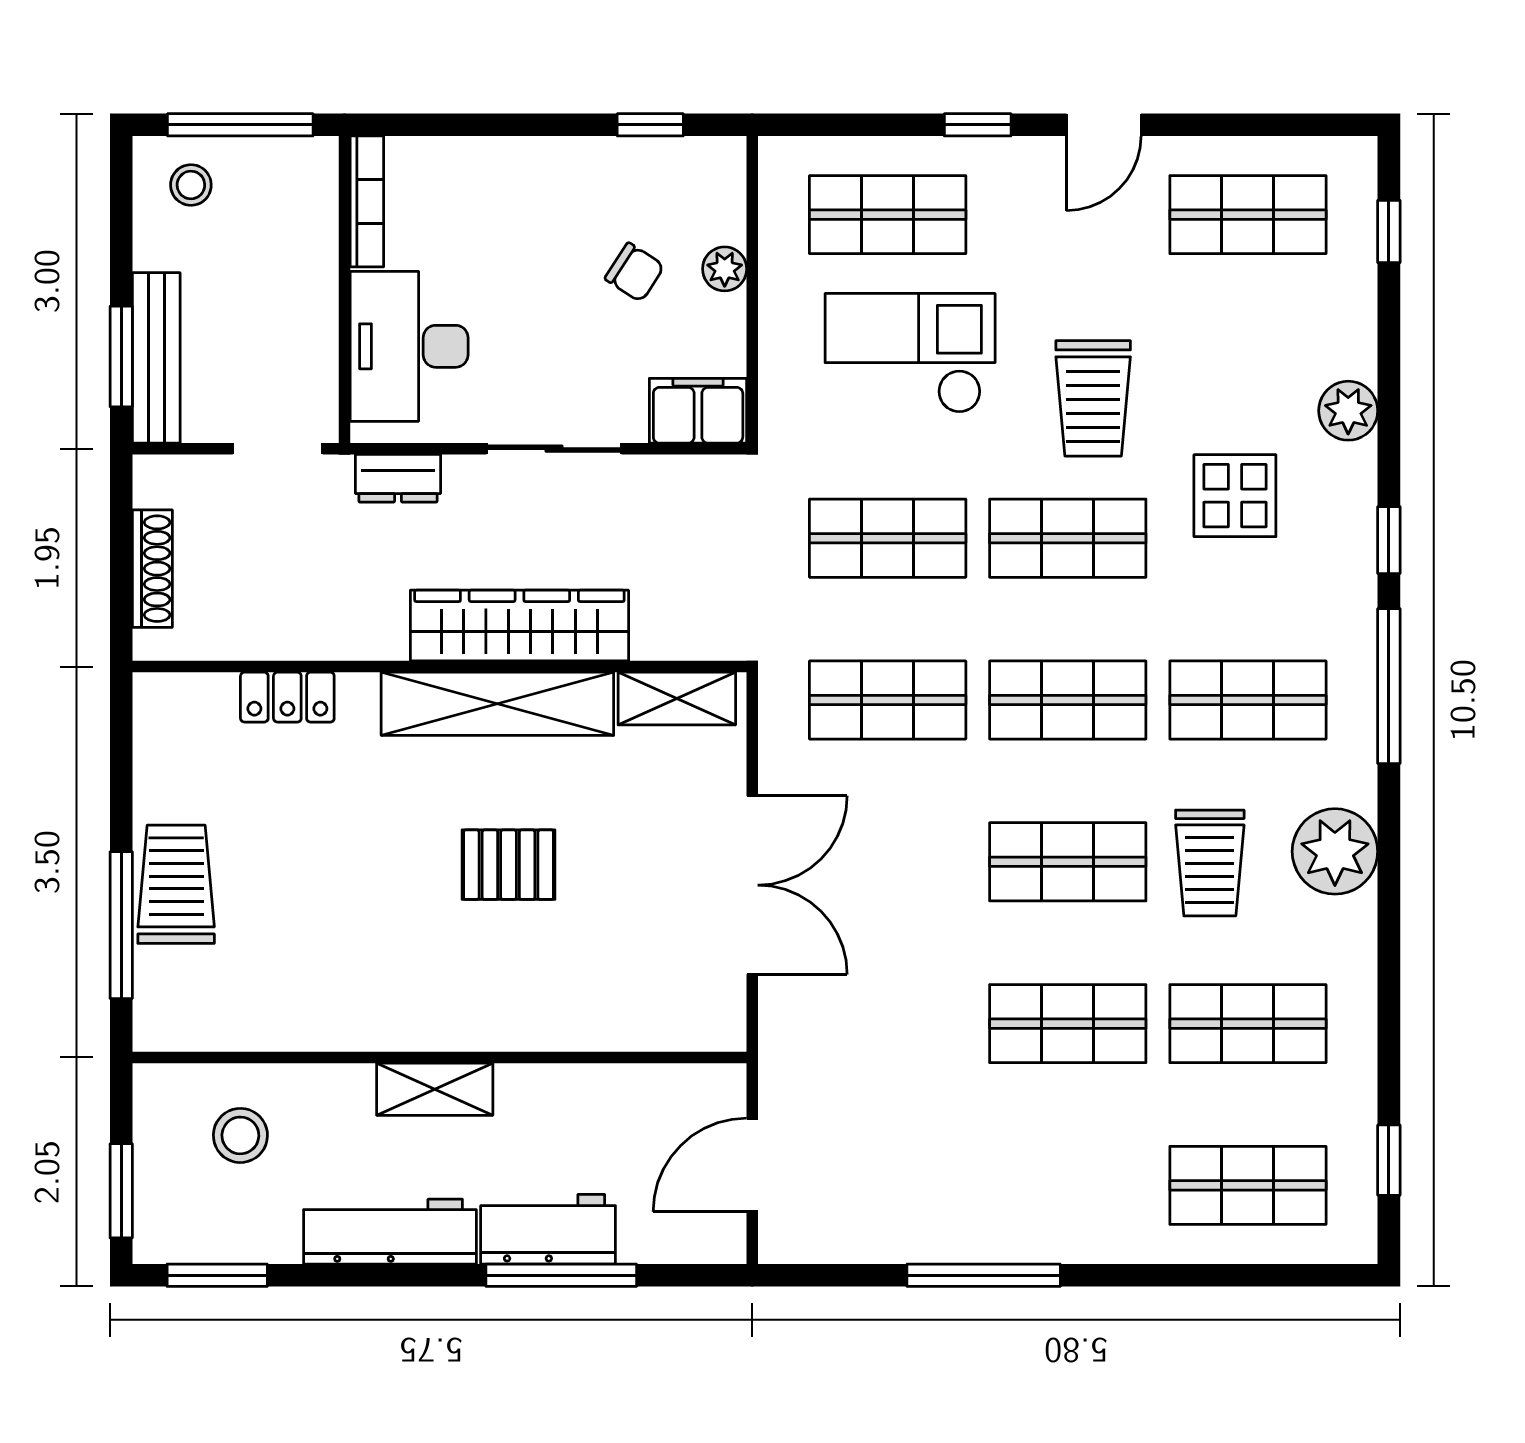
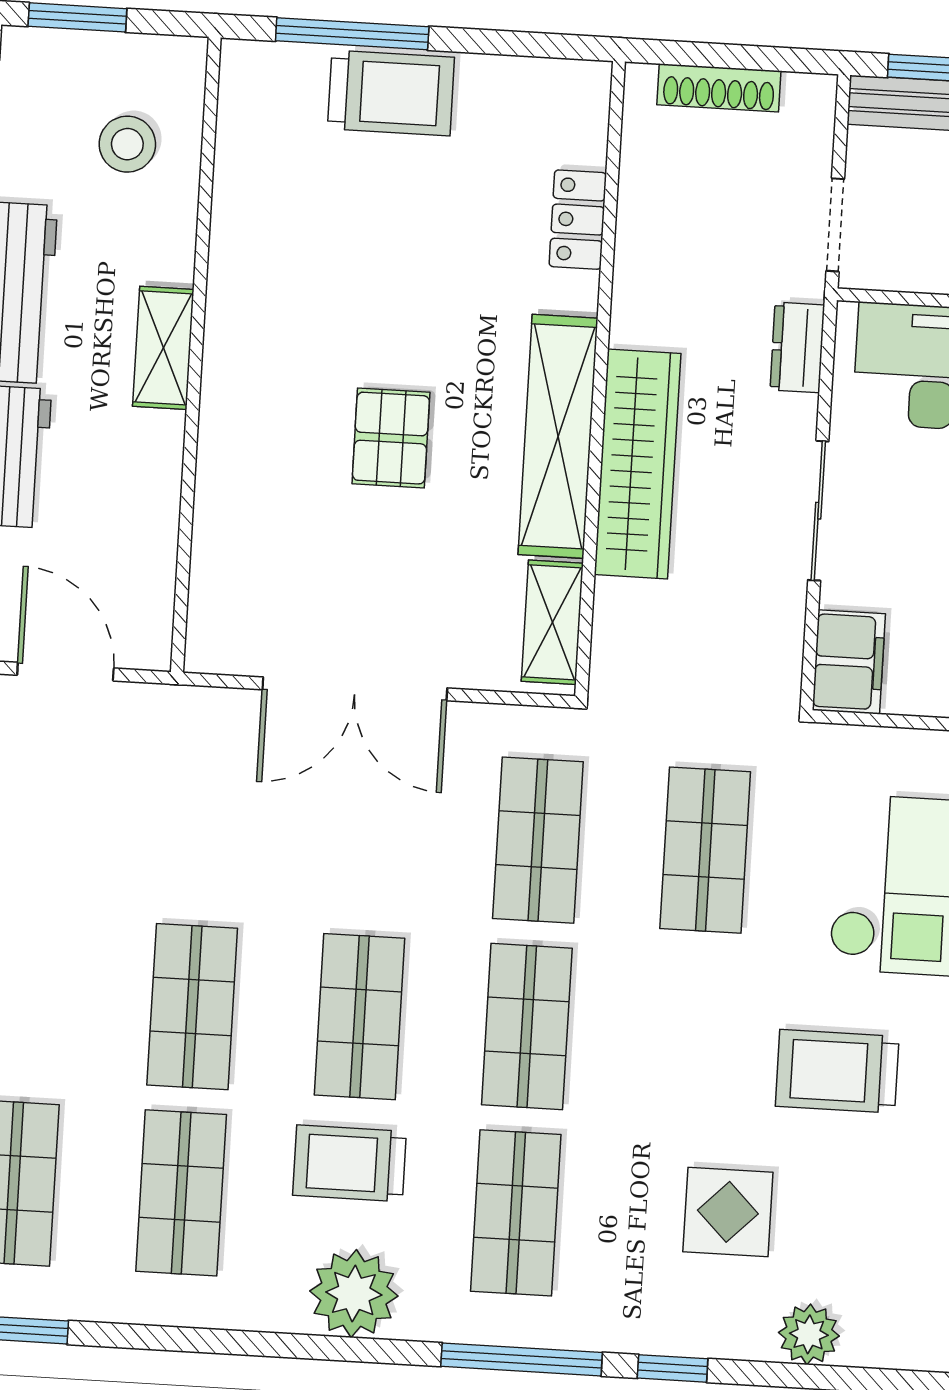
shop shelf: (1068, 538) -> (694, 1036), removed

